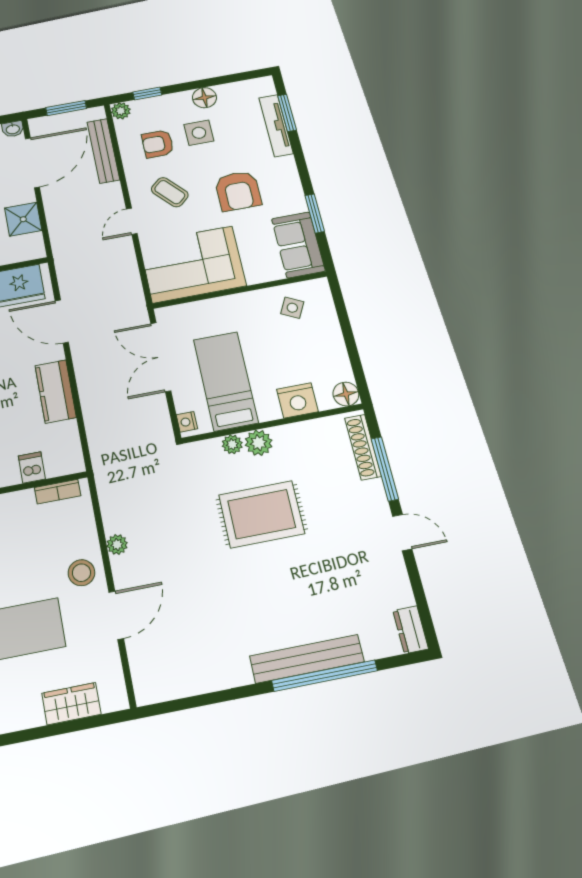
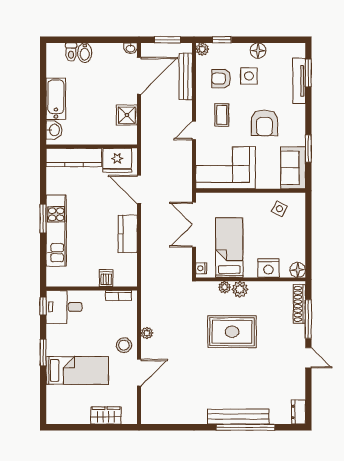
coffee table: (170, 192) -> (222, 115), turned 42

